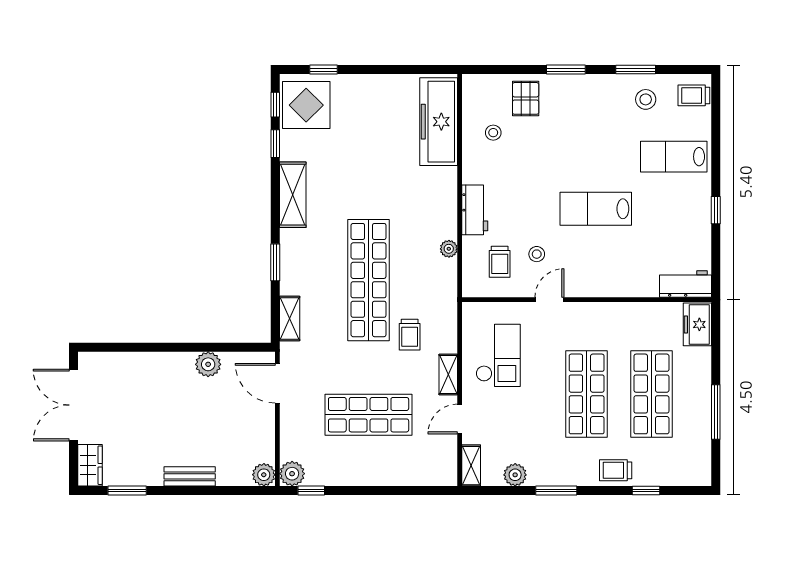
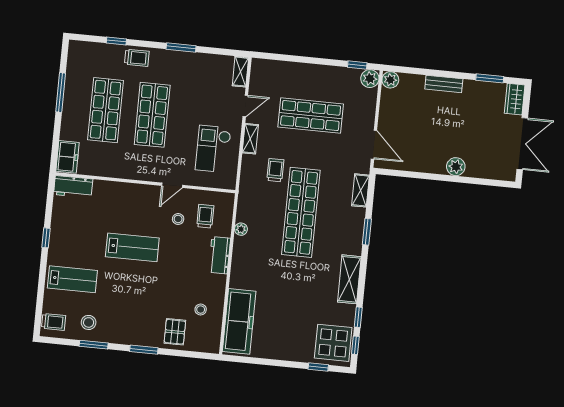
plant: (208, 364) -> (456, 167), moved
plant: (515, 475) -> (209, 62), removed

